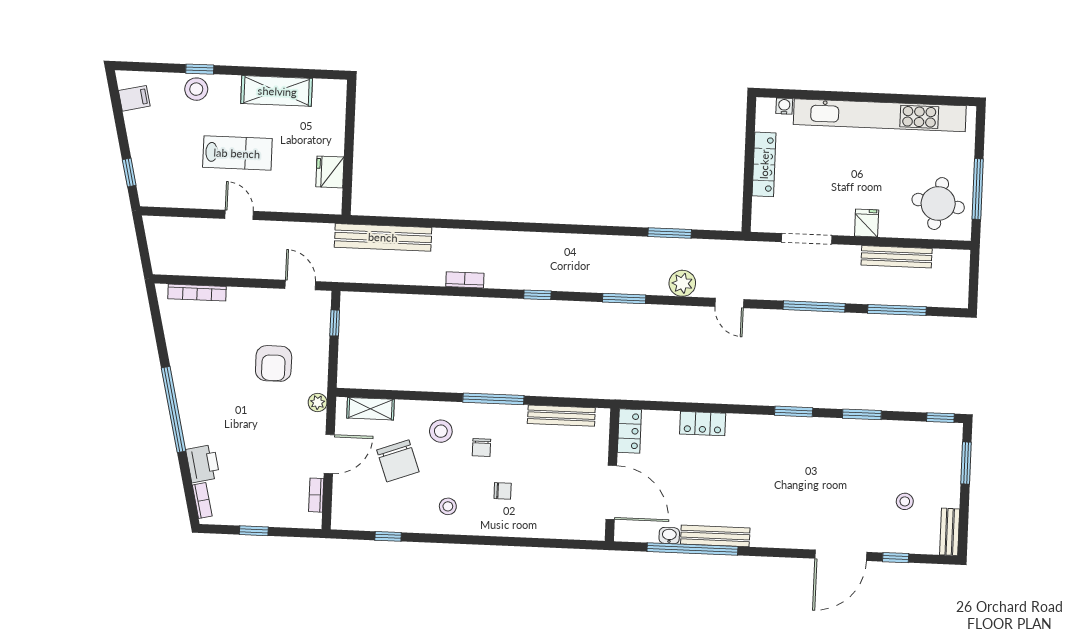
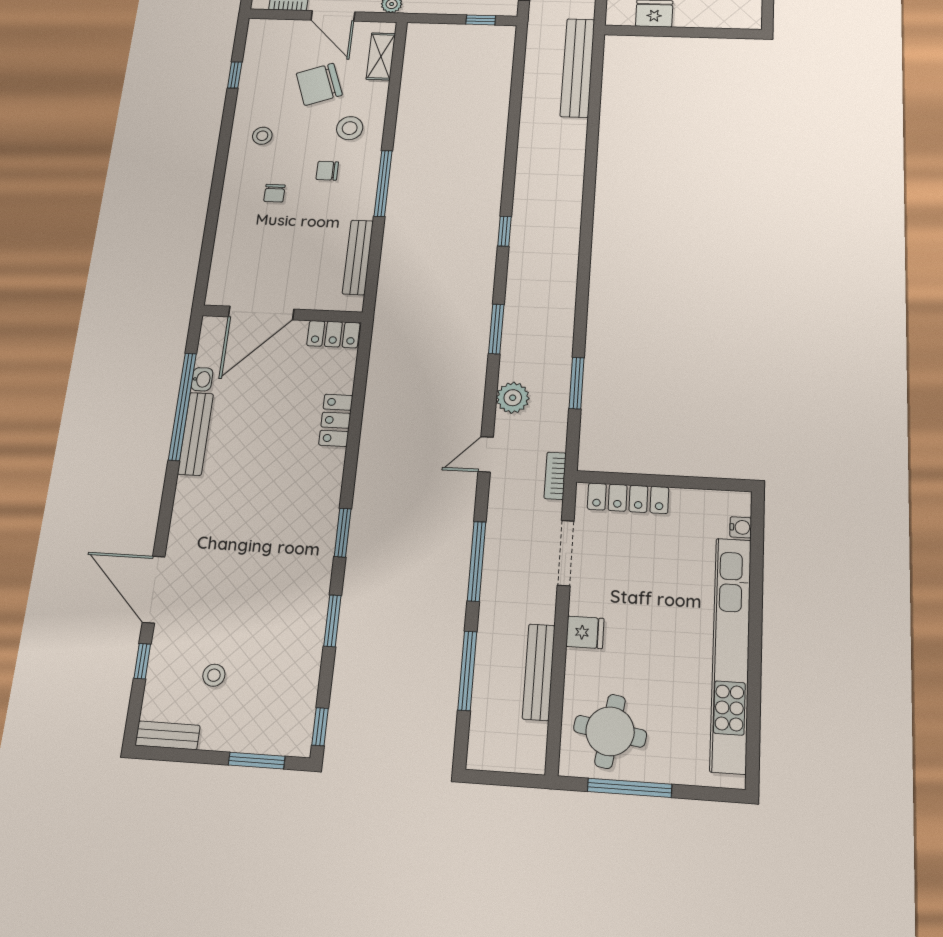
locker: (764, 164) -> (628, 498), moved
bookcase: (465, 280) -> (555, 476), moved, turned 180

